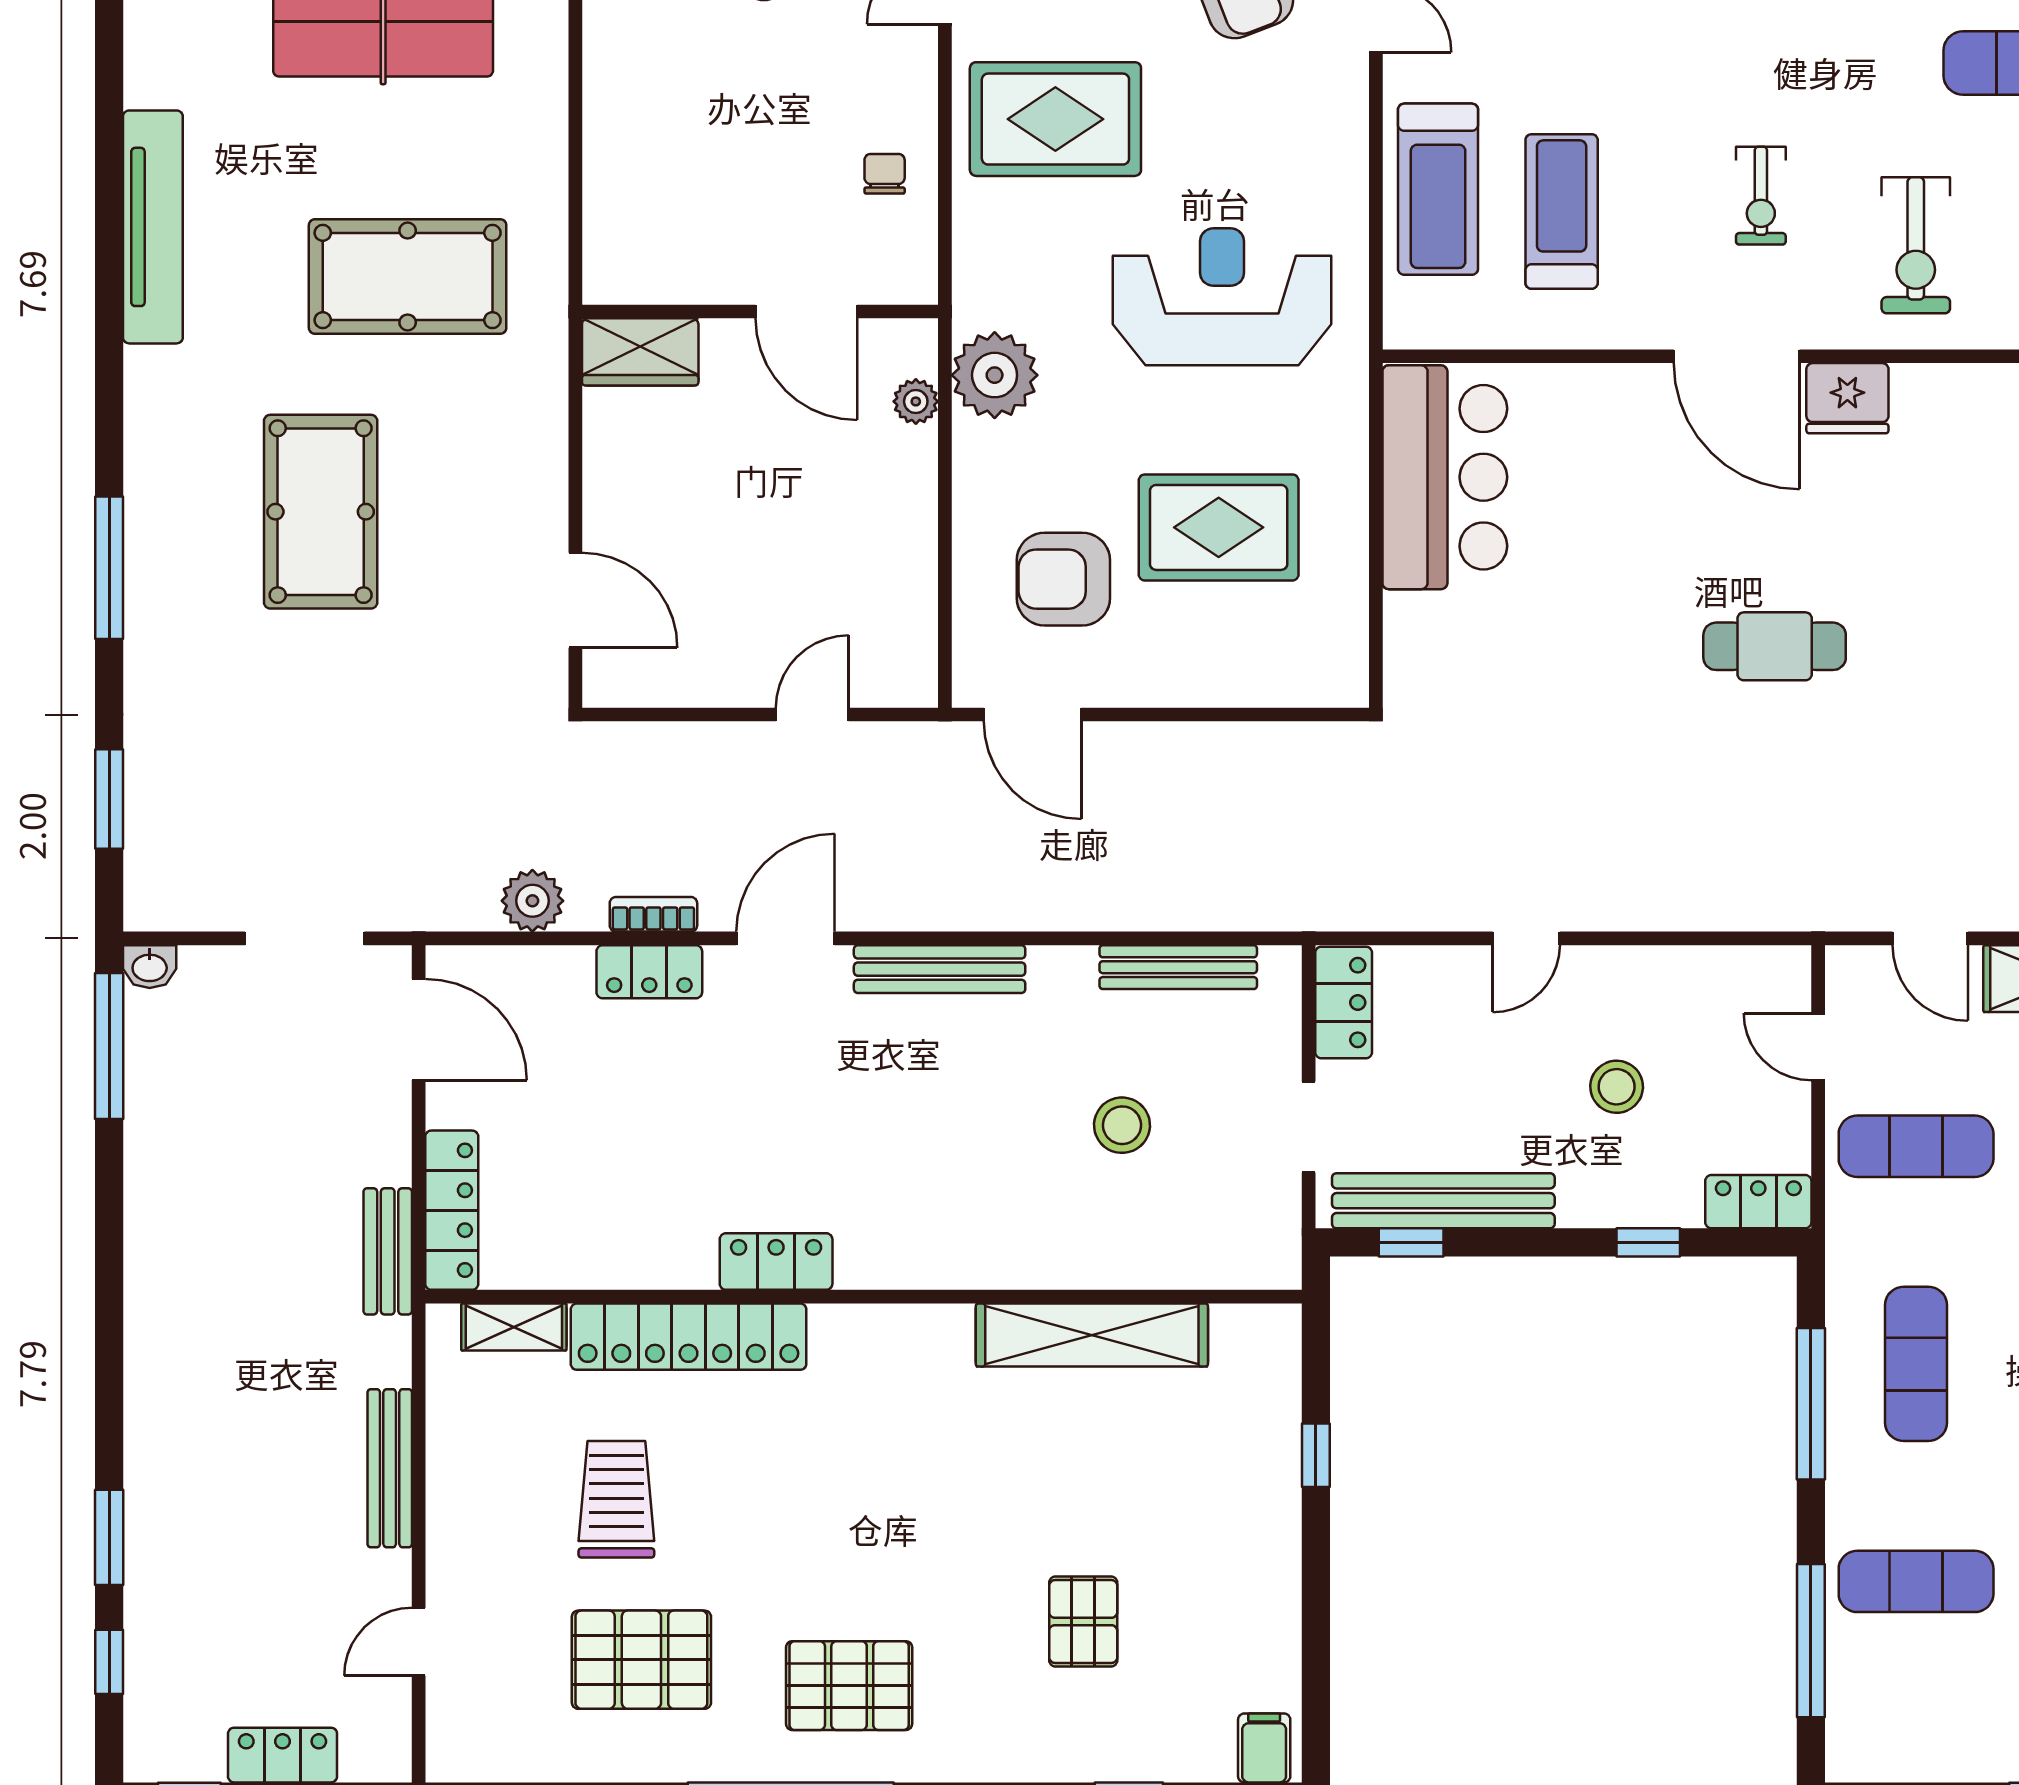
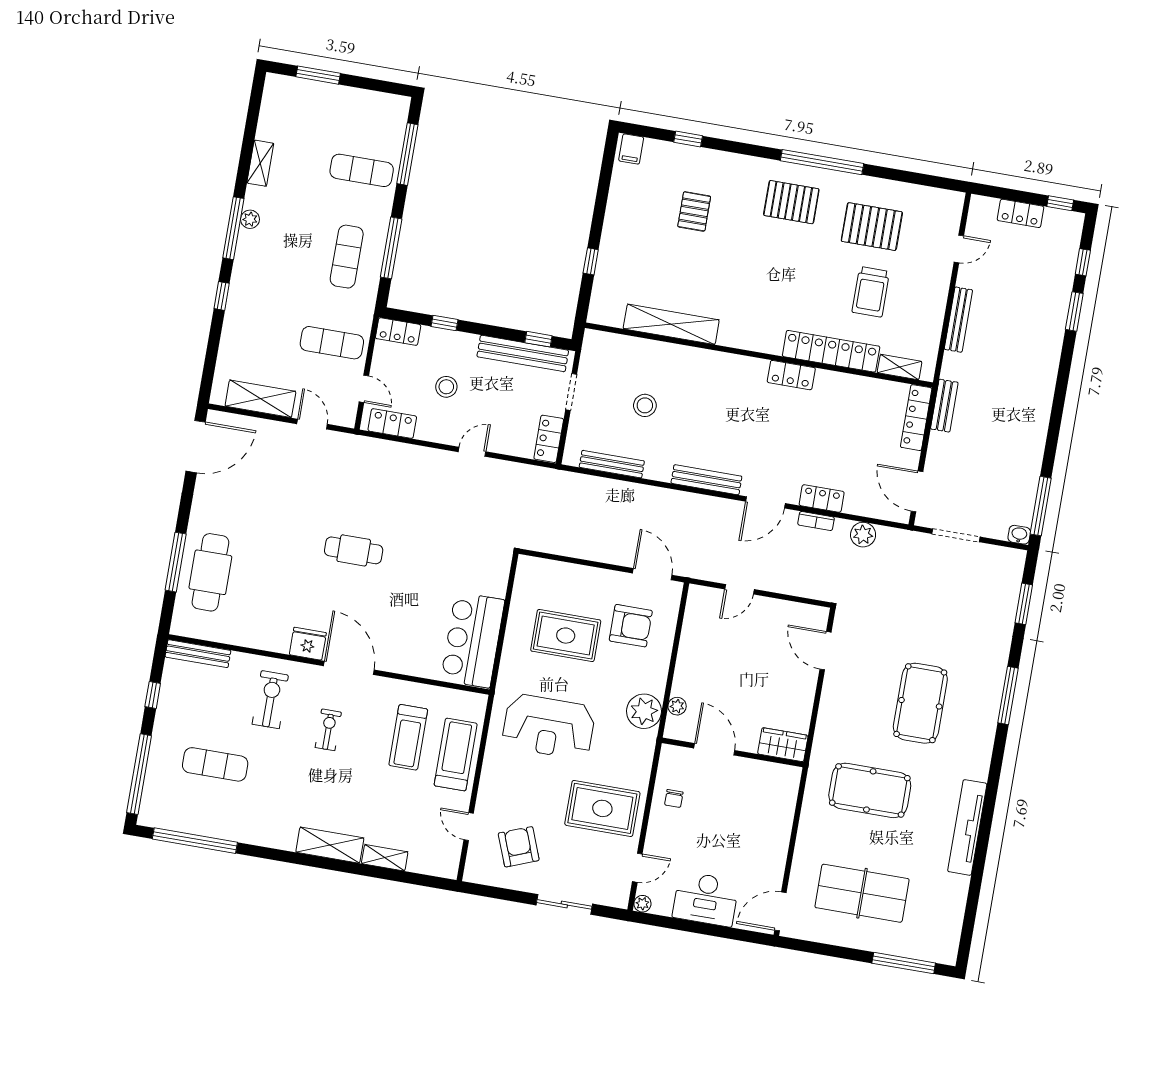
locker: (1734, 974) -> (392, 424), added

